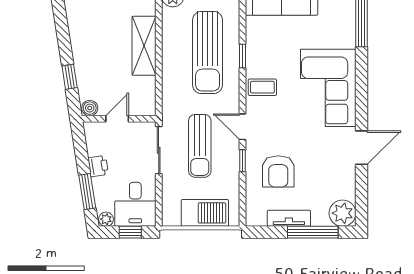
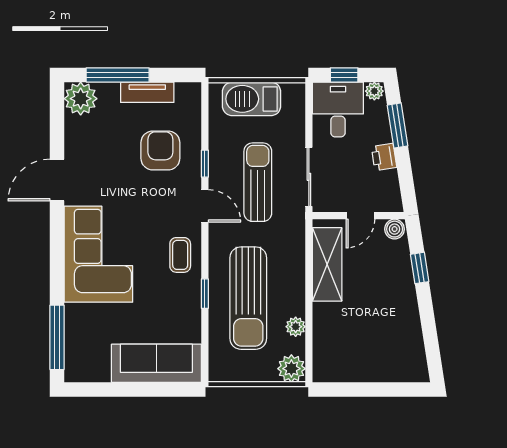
plant: (169, 29) -> (296, 327), added
shelving: (144, 46) -> (327, 264), moved
sun lounger: (208, 52) -> (248, 298), turned 180
coffee table: (262, 87) -> (180, 255), turned 90

